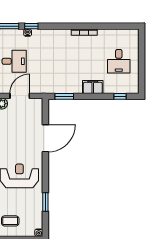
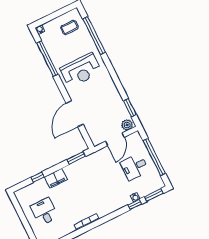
window: (120, 96) -> (38, 177), moved
window: (45, 202) -> (47, 59), width x2.11

